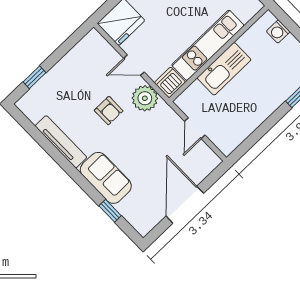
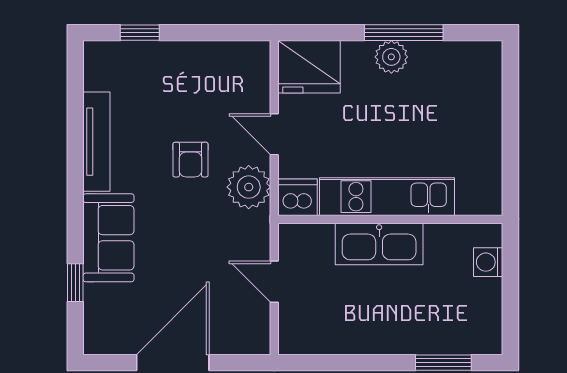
door: (195, 128) -> (274, 282), hinge flipped

